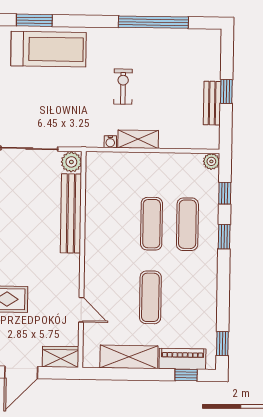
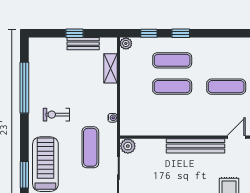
exercise bike: (123, 87) -> (56, 115), moved
exercise mat: (71, 111) -> (90, 147), added
shelving: (138, 139) -> (110, 68), moved
bench: (71, 213) -> (196, 146), moved

